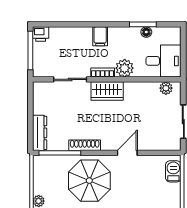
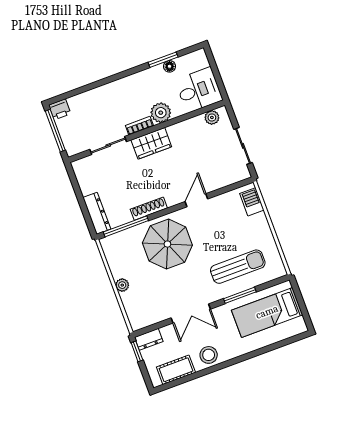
filing cabinet: (100, 36) -> (123, 89), removed

